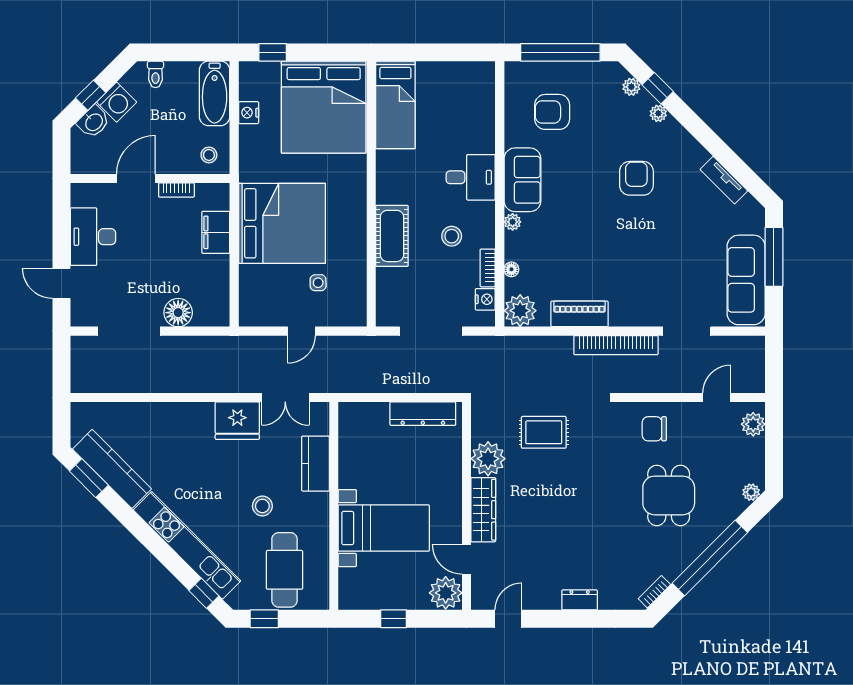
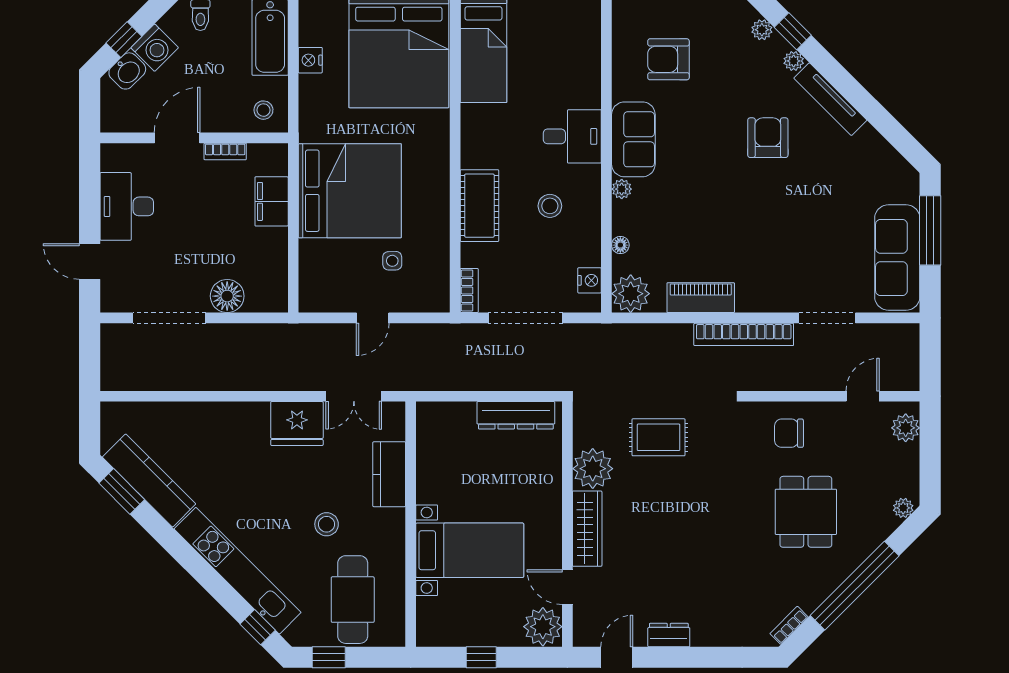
tv unit: (724, 180) -> (830, 99), moved, width x1.41
bookcase: (488, 268) -> (469, 290), moved, turned 180
dresser: (580, 600) -> (669, 635), moved

